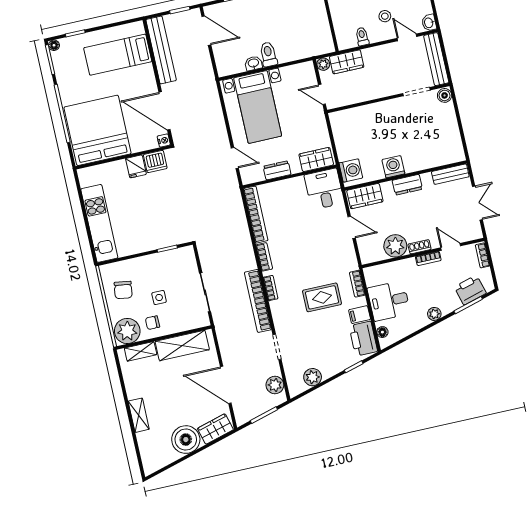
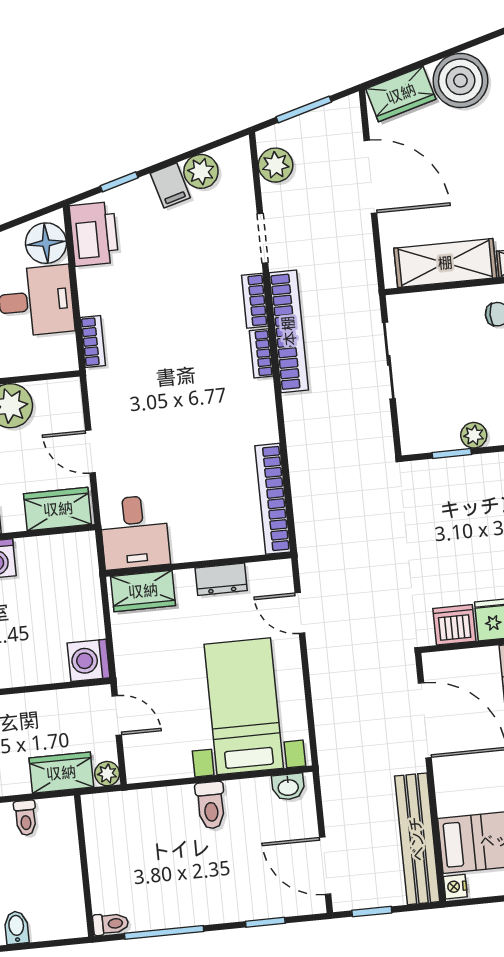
washbasin: (253, 63) -> (288, 787), moved
nightstand: (164, 140) -> (455, 887), moved
washing machine: (351, 170) -> (89, 660), moved
bookcase: (264, 257) -> (255, 301), moved
plant: (157, 259) -> (474, 435), added
rug: (322, 297) -> (164, 323), removed
side table: (159, 298) -> (479, 361), removed
filing cabinet: (360, 315) -> (170, 185), moved, turned 74
floor lamp: (382, 332) -> (46, 243), width x1.89, depth x1.89

